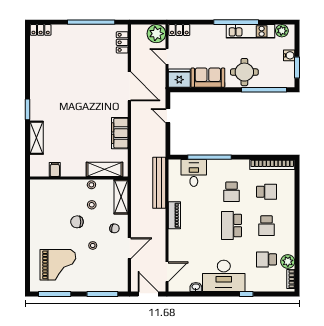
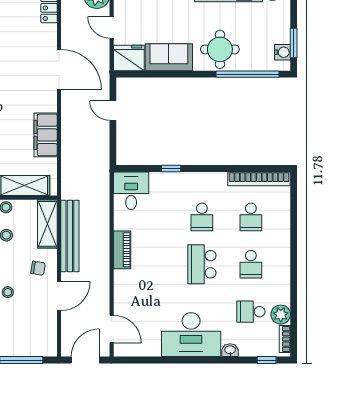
water cooler: (289, 55) -> (283, 52), moved
window: (209, 157) -> (171, 168), width x0.32
desk: (194, 173) -> (131, 191), moved
bench: (159, 183) -> (70, 236), moved
school desk: (267, 192) -> (251, 217), turned 90
door: (167, 272) -> (112, 329), hinge flipped
washbasin: (196, 287) -> (230, 350), moved
door: (148, 294) -> (85, 360), hinge flipped
window: (246, 294) -> (267, 360), moved

